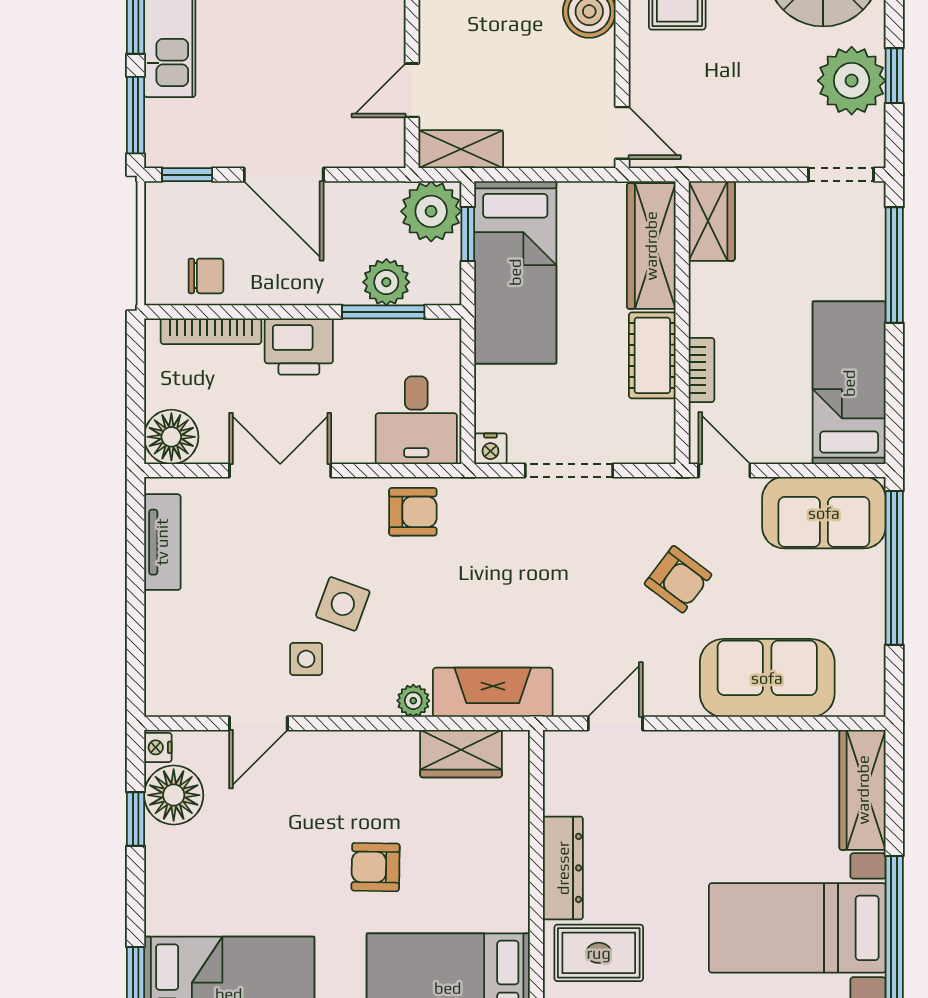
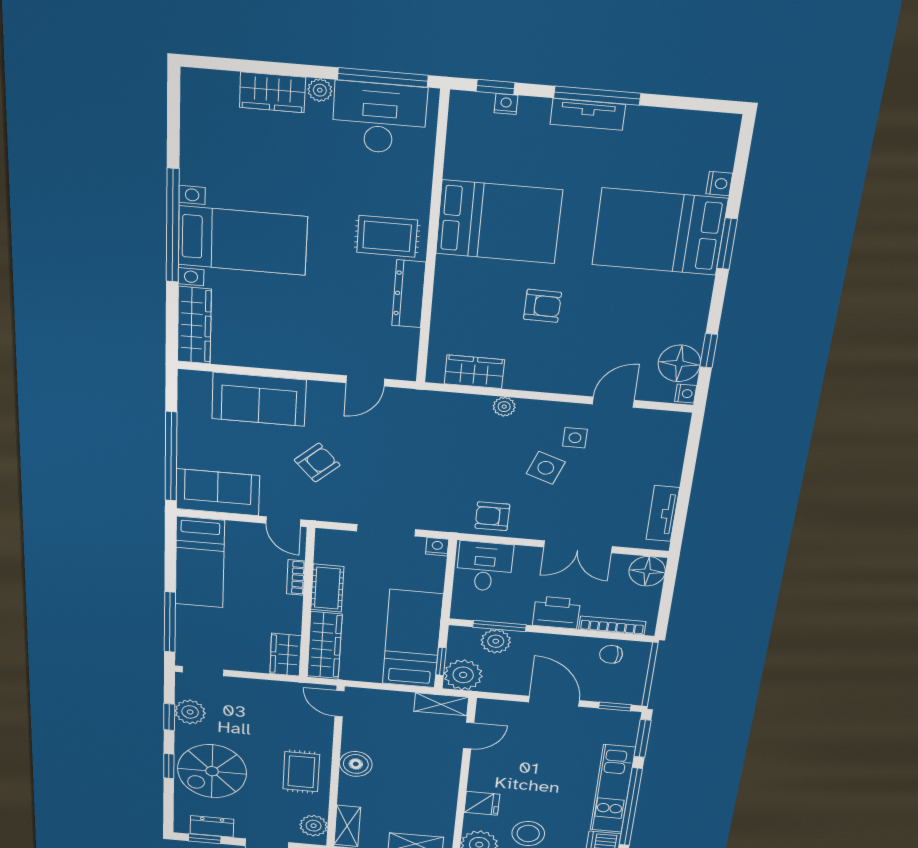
plant: (852, 81) -> (190, 712), width x0.73, depth x0.73
armchair: (678, 579) -> (317, 463), turned 100
fireplace: (493, 692) -> (449, 407), removed

